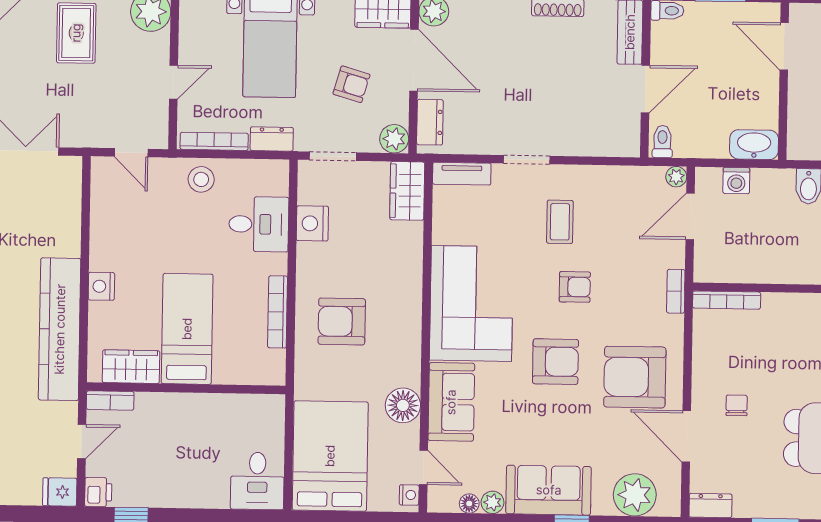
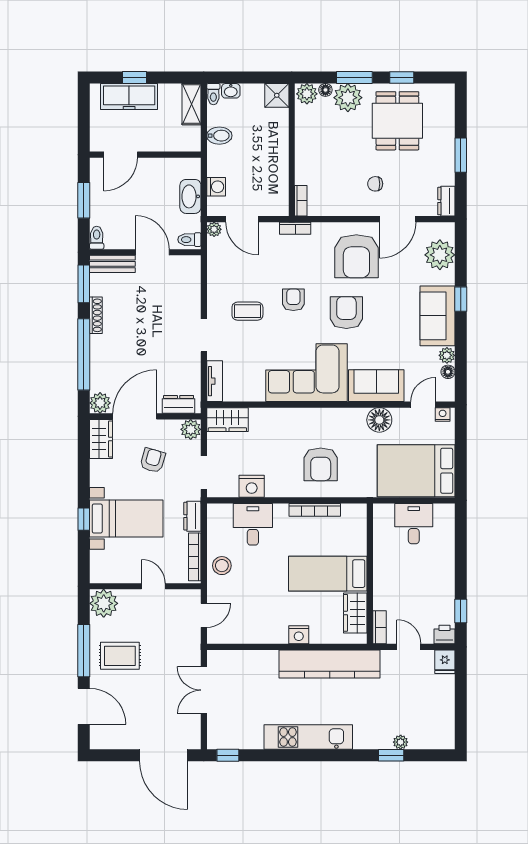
washbasin: (754, 145) -> (190, 196), moved
bookcase: (727, 300) -> (301, 201), width x0.64
desk: (257, 481) -> (414, 524), moved, turned -90

